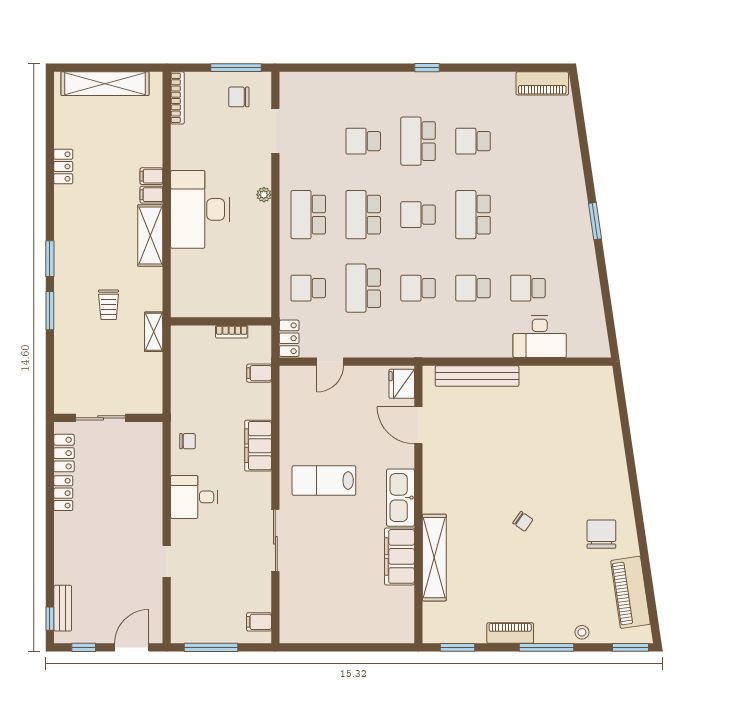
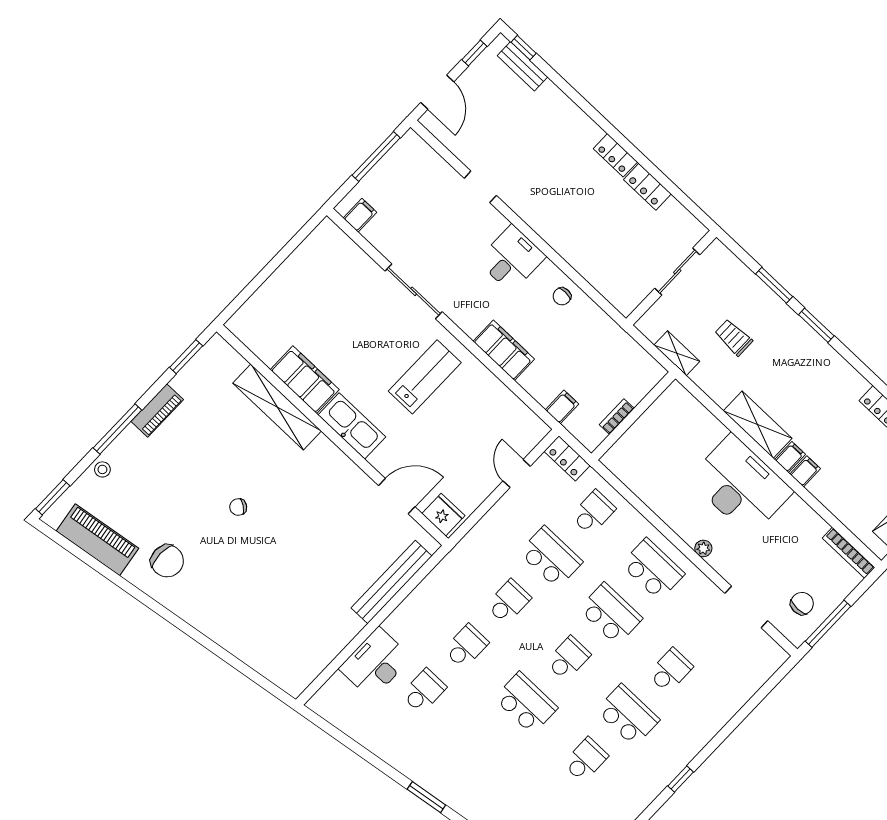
sliding door: (101, 418) -> (677, 272), moved
wall: (108, 418) -> (671, 278), moved

